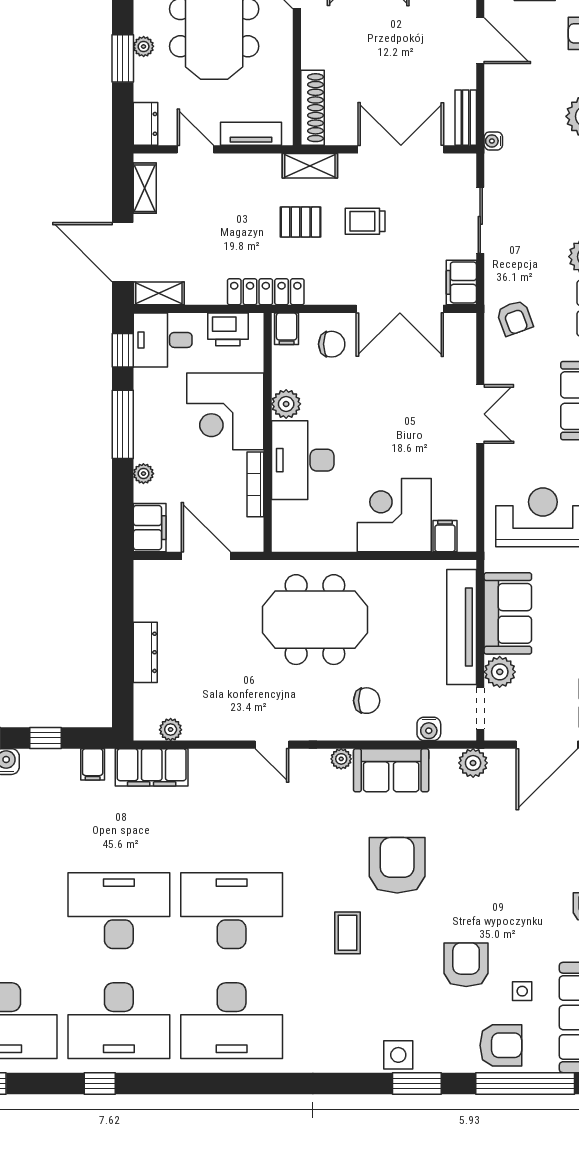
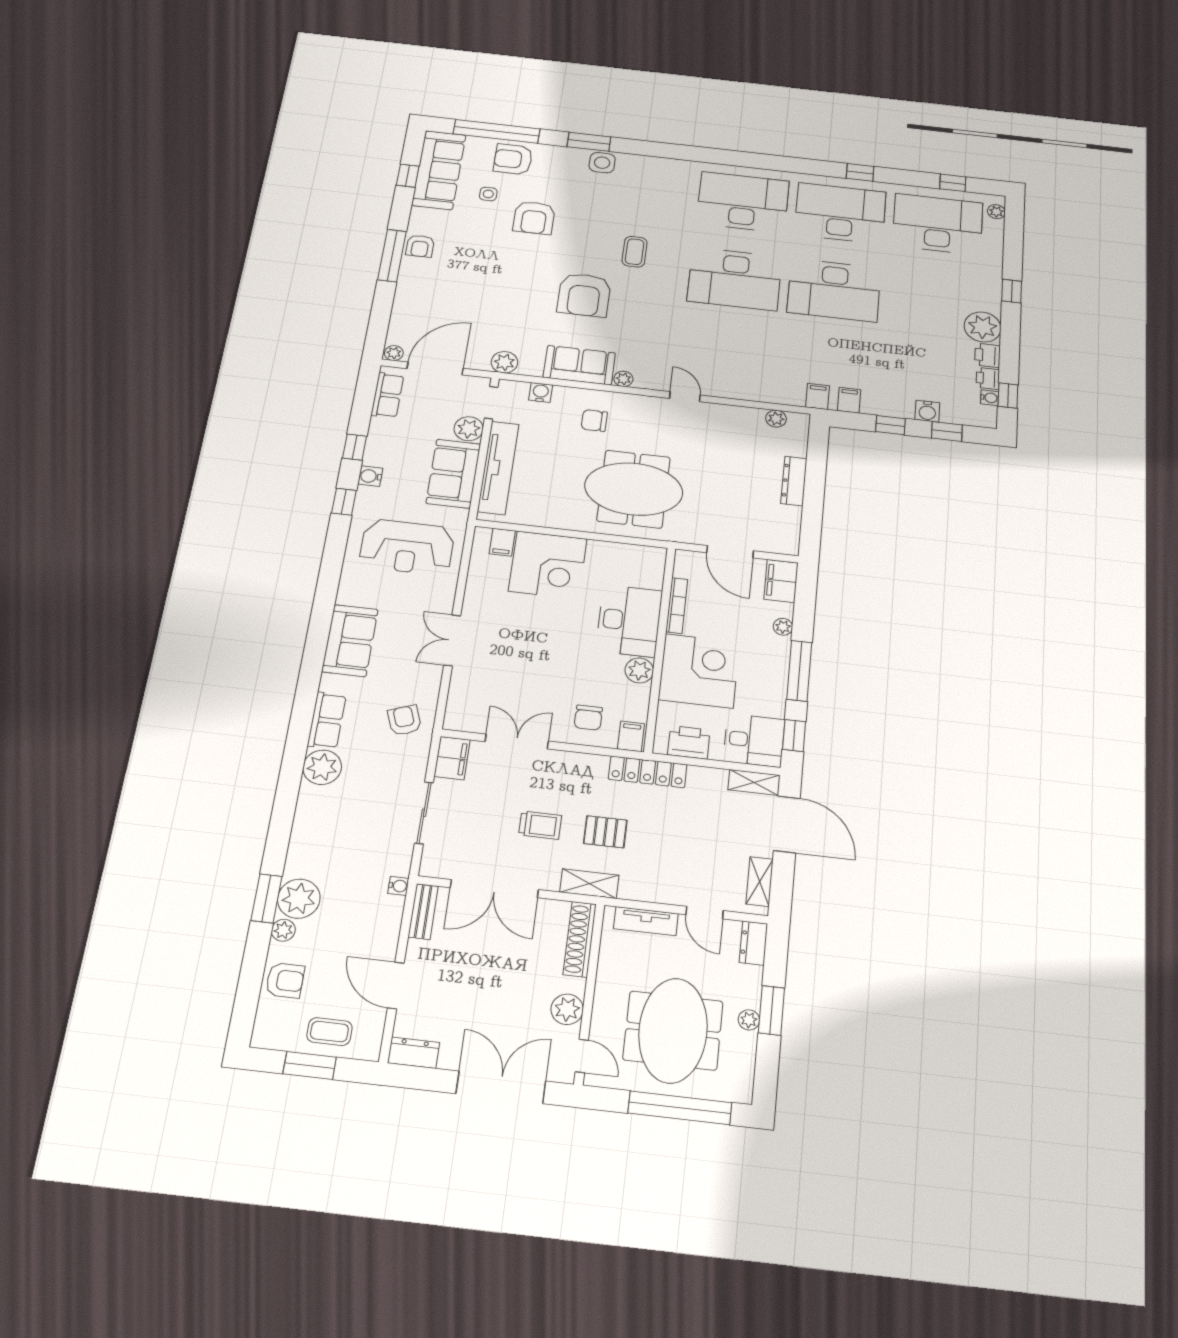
plant: (316, 37) -> (567, 1009), added
double door: (400, 309) -> (517, 741), width x0.73
chair: (332, 344) -> (588, 718), turned -90
filing cabinet: (152, 767) -> (817, 396), width x0.33, depth x0.86

